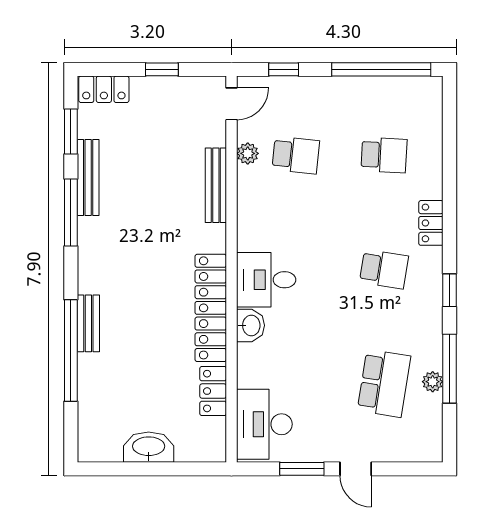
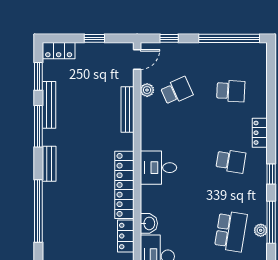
school desk: (296, 155) -> (177, 91), turned -30
bench: (88, 323) -> (49, 164), moved
washbasin: (251, 325) -> (149, 223), moved

